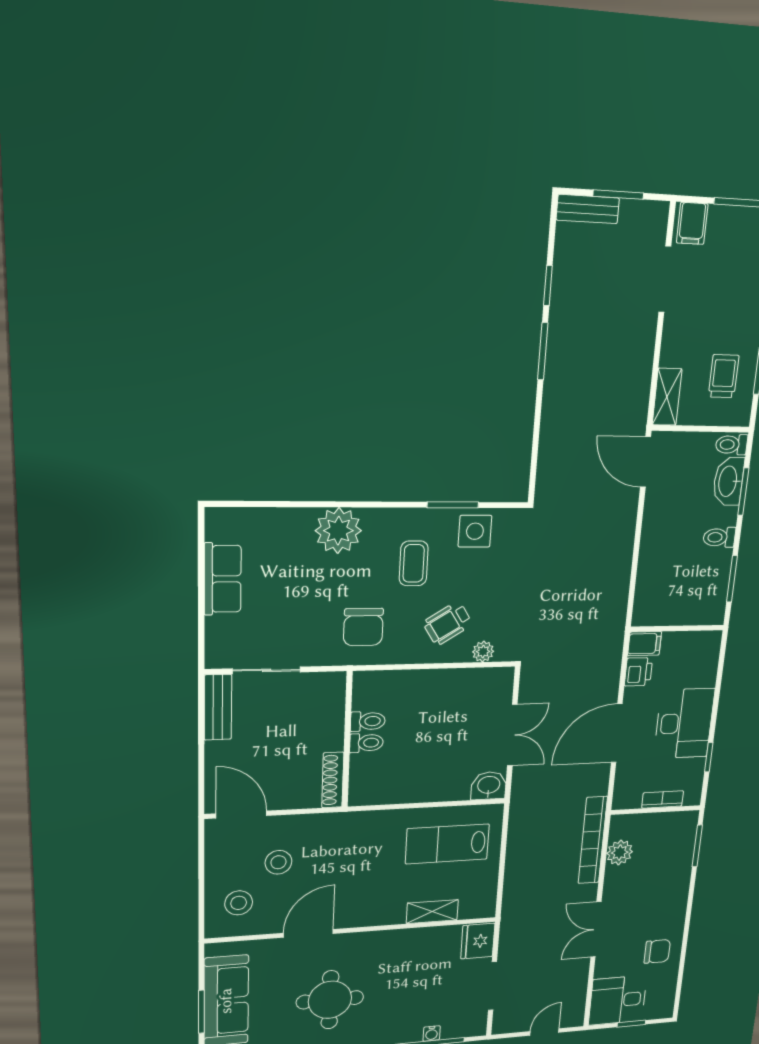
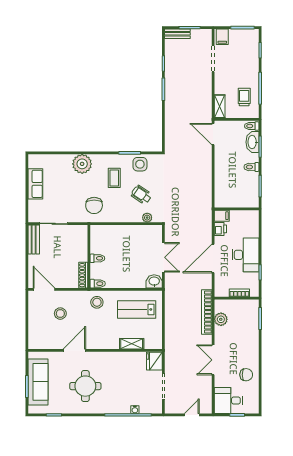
wheelchair: (448, 623) -> (141, 195), moved, turned 66
toilet: (368, 721) -> (98, 284), moved
stool: (239, 903) -> (97, 302), moved

